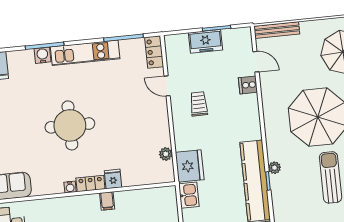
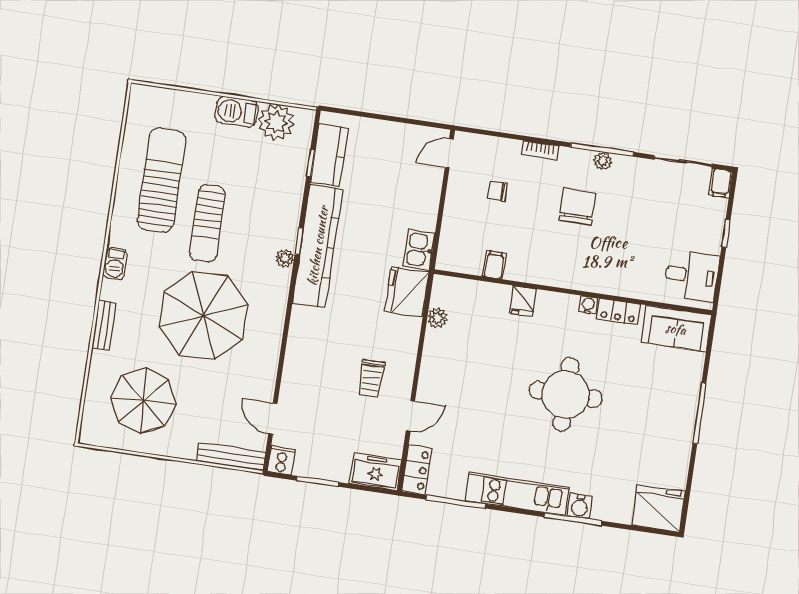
freezer: (206, 41) -> (376, 472), moved
cooker: (248, 85) -> (282, 460), moved, turned -90
door: (167, 86) -> (410, 416), hinge flipped
locker: (90, 184) -> (618, 312), moved
filing cabinet: (107, 201) -> (494, 265), moved

